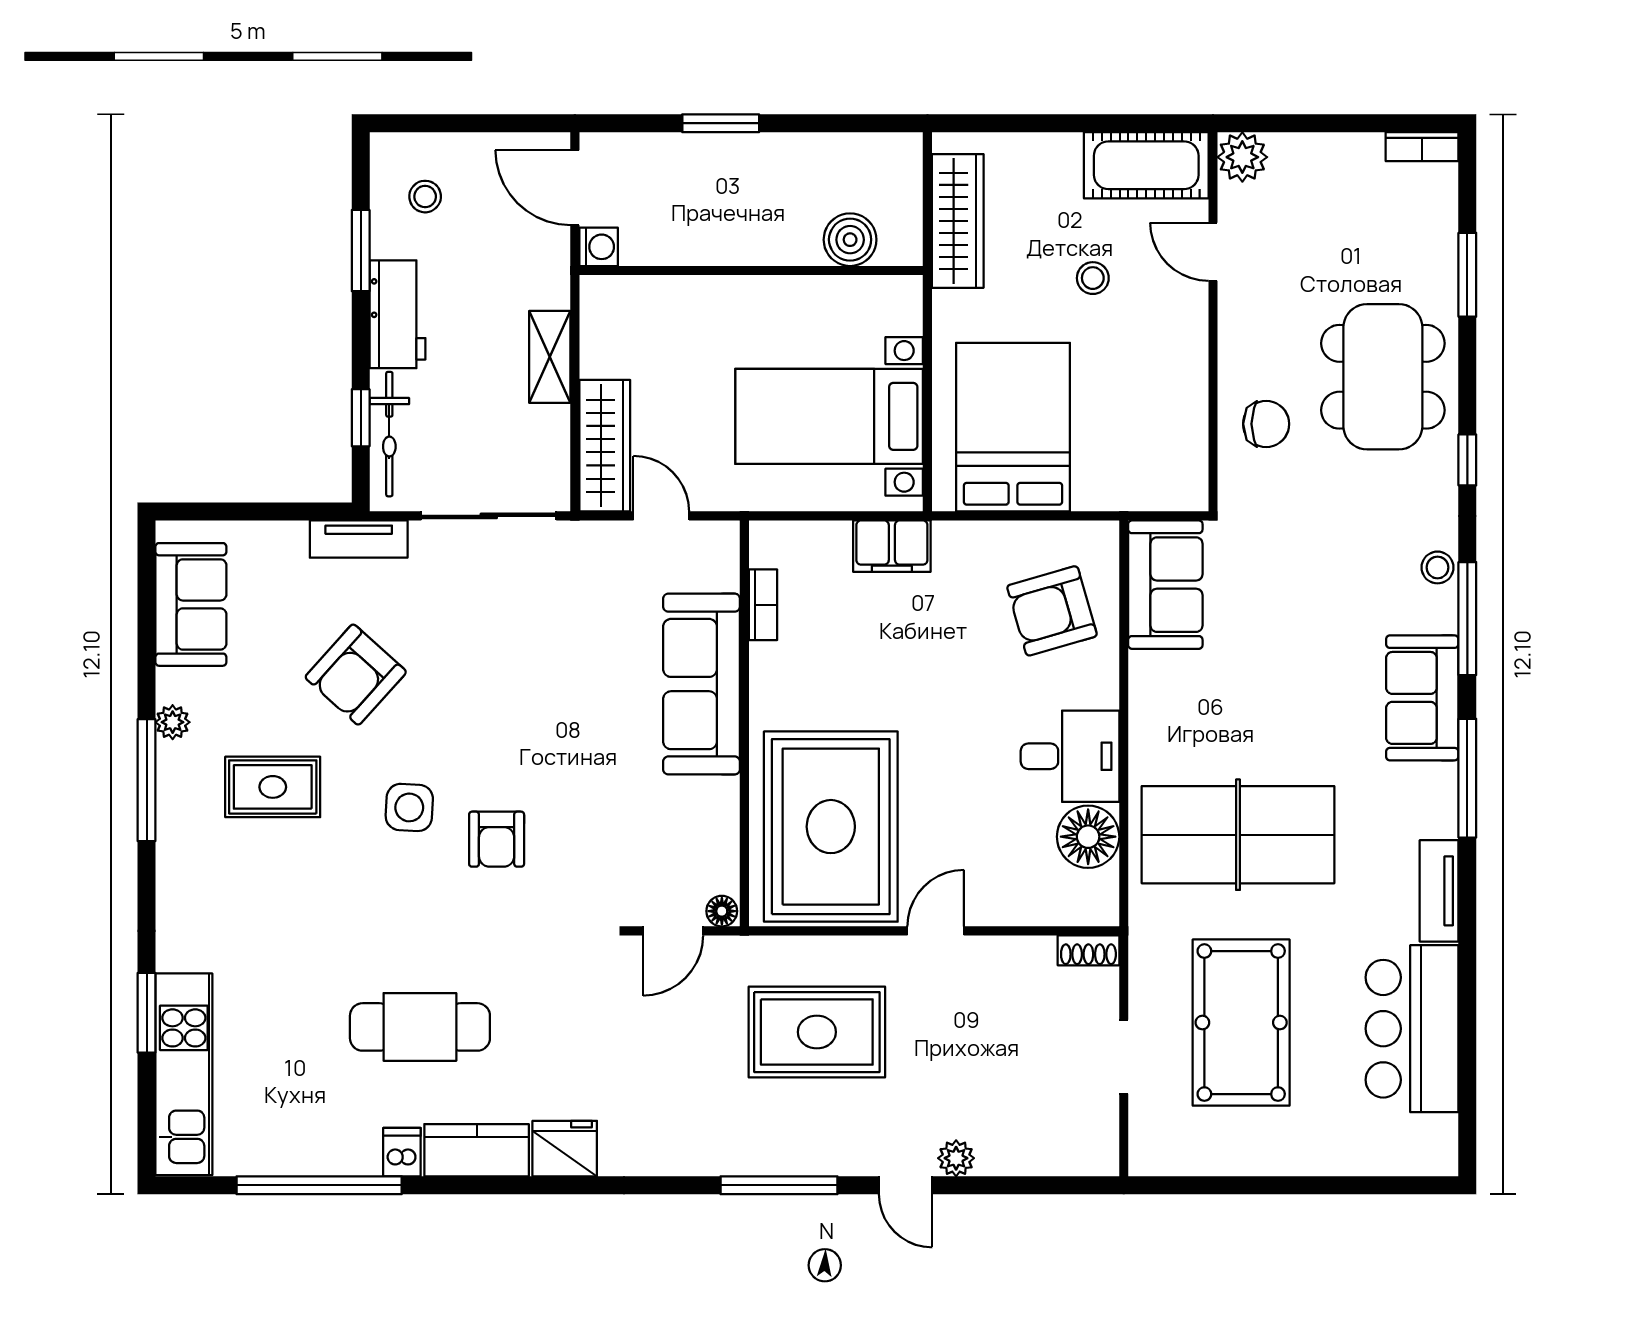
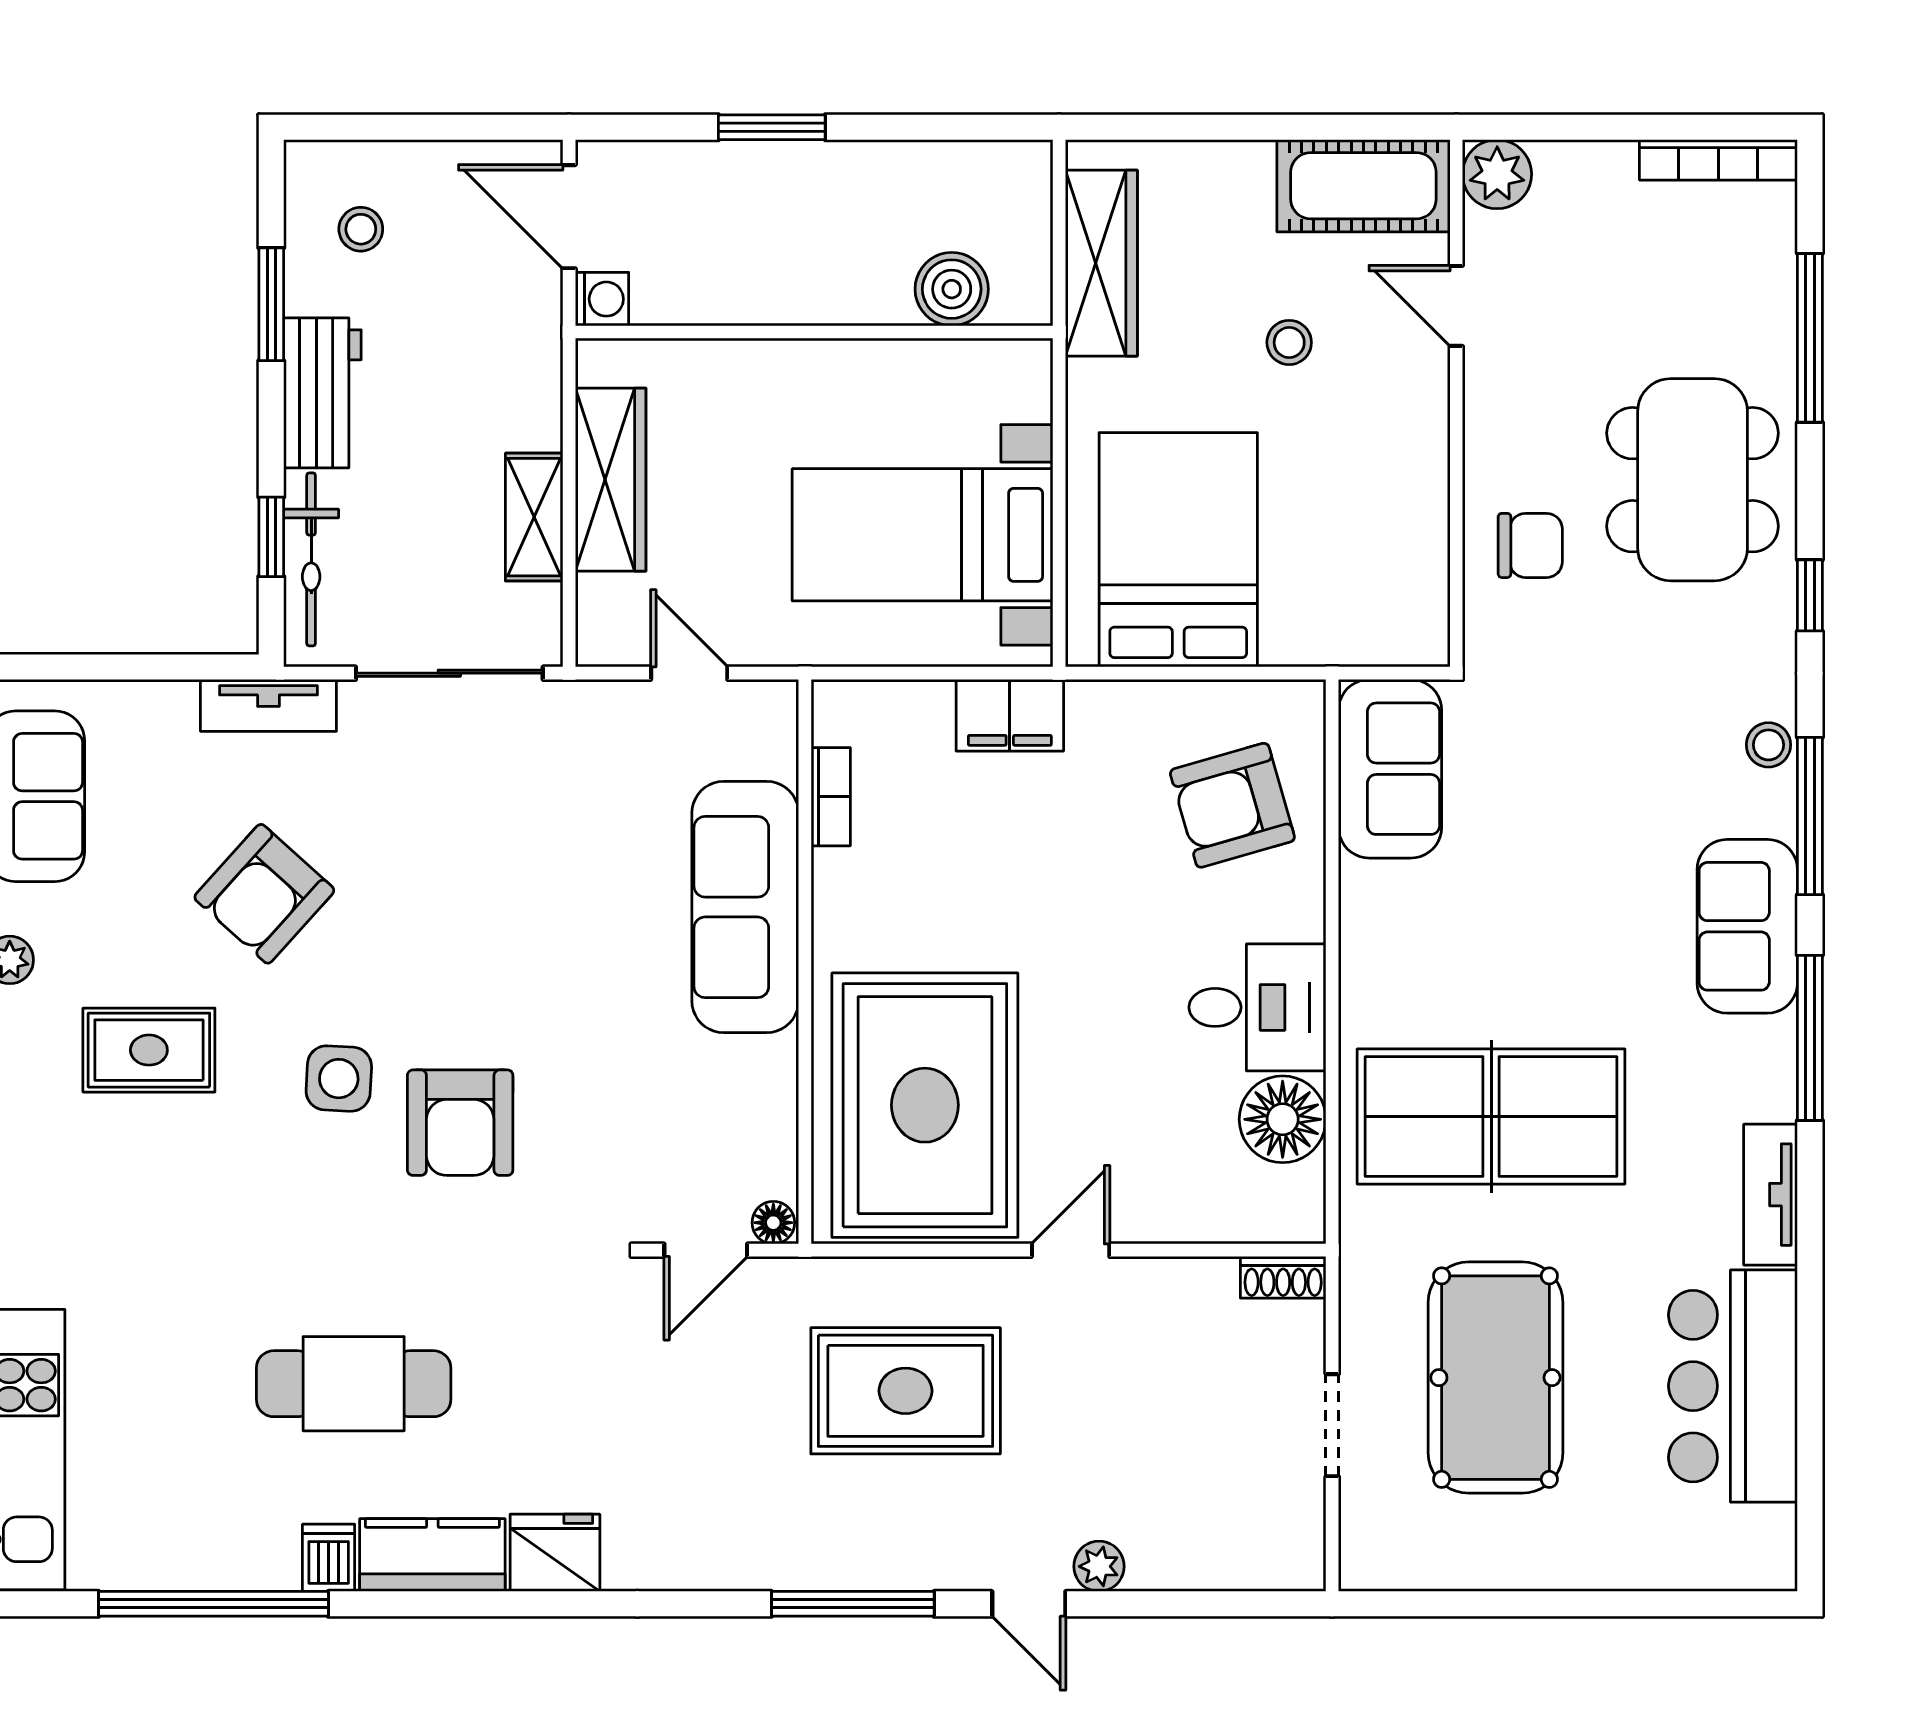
bookcase: (1422, 147) -> (1718, 160), width x1.56
window: (1467, 275) -> (1810, 338), width x1.44
shelving: (550, 357) -> (534, 517), moved
wardrobe: (605, 446) -> (611, 480), moved
armchair: (497, 839) -> (460, 1123), width x1.38, depth x1.38

